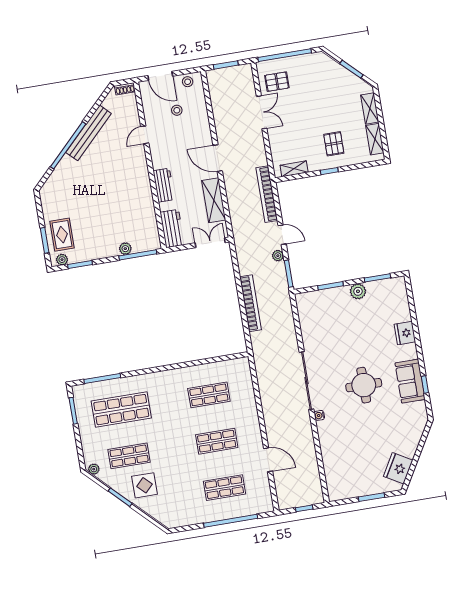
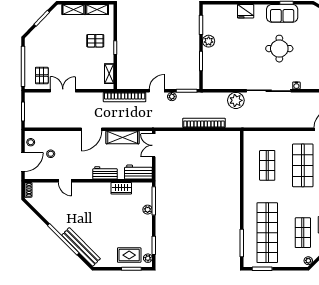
bench: (89, 133) -> (81, 247), moved
wardrobe: (147, 210) -> (121, 188), added
plant: (287, 340) -> (236, 100), added
shop shelf: (121, 410) -> (267, 233), width x1.40
shop shelf: (217, 441) -> (303, 165), width x1.43, depth x1.36

